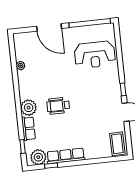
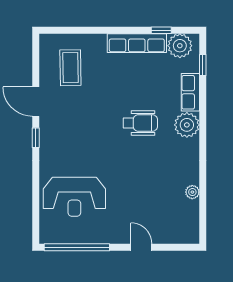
door: (49, 27) -> (141, 247), width x0.53
reception desk: (95, 55) -> (74, 197), turned 180
coffee table: (117, 144) -> (70, 68), moved

